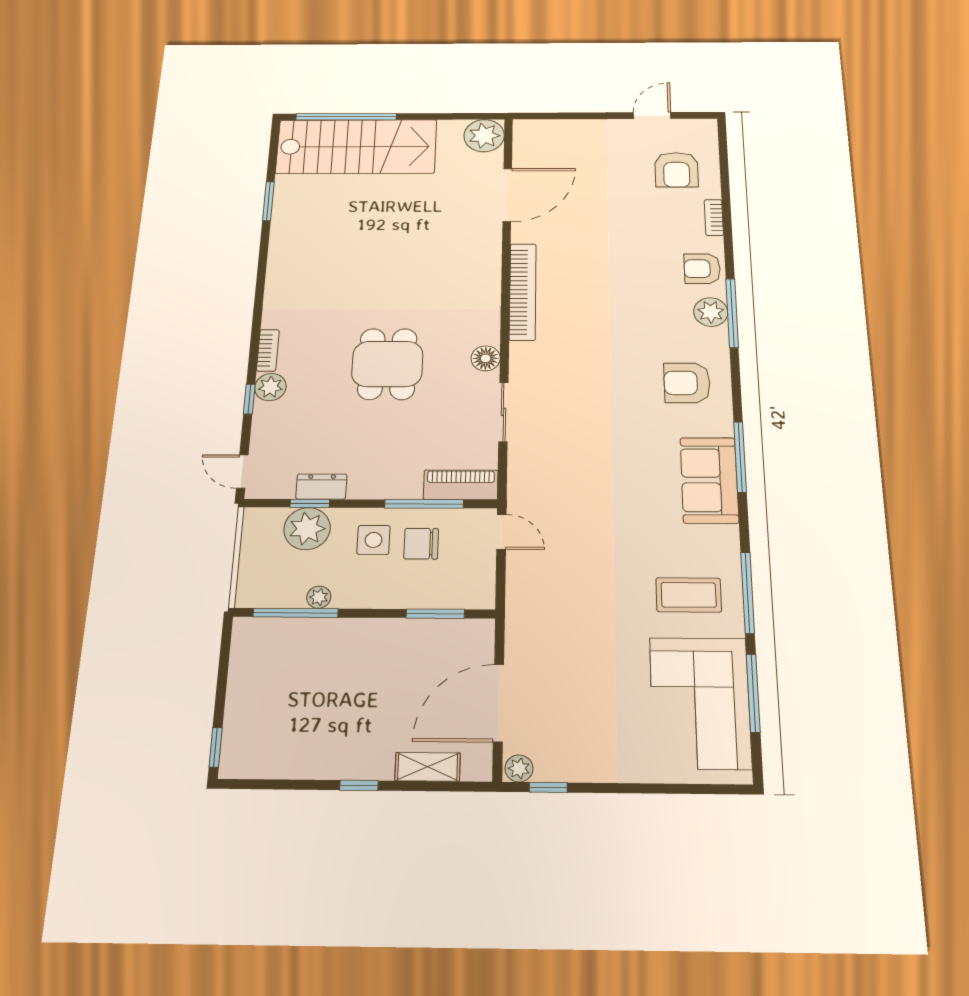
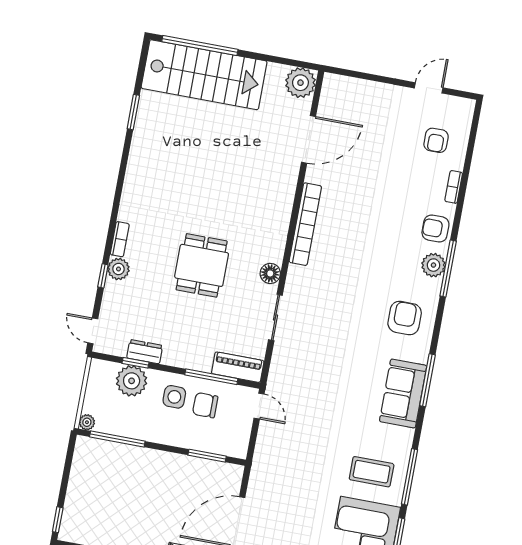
armchair: (677, 170) -> (436, 140), width x0.72, depth x0.72
armchair: (687, 383) -> (405, 318), turned 90
plant: (319, 597) -> (87, 422), moved

